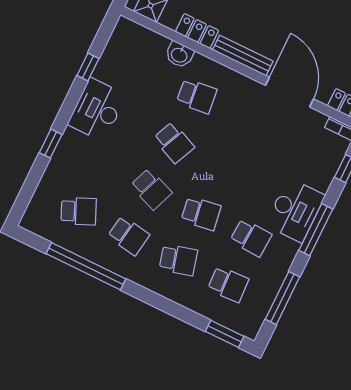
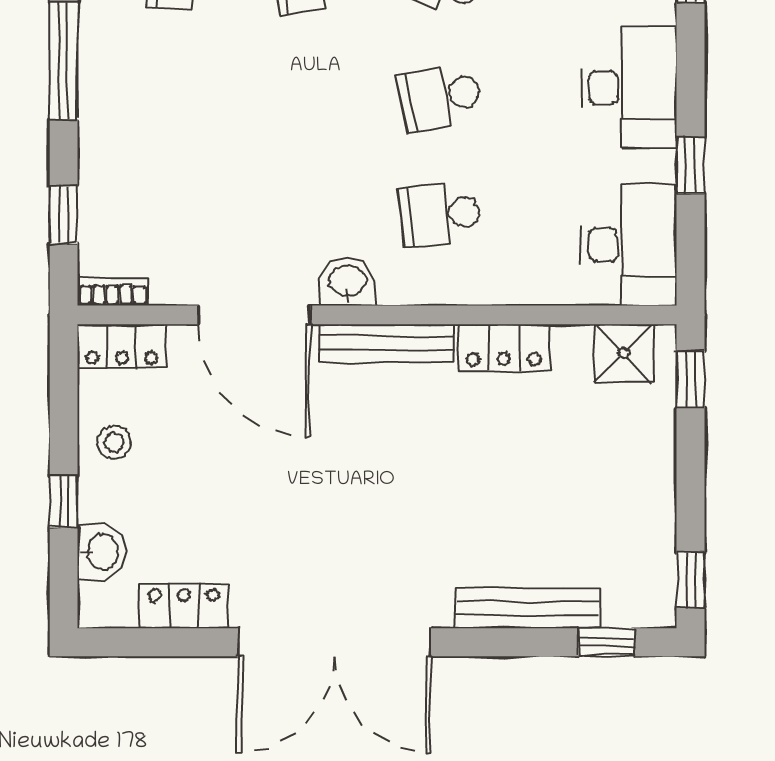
washbasin: (179, 55) -> (348, 282), moved
school desk: (174, 143) -> (440, 97), turned -36
desk: (295, 210) -> (629, 245), moved, turned 180

